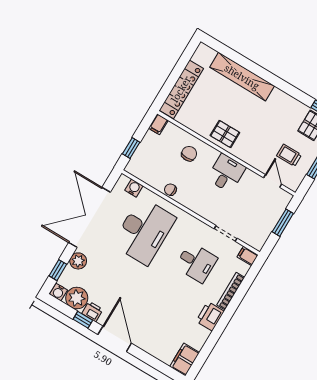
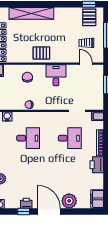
desk: (144, 231) -> (28, 138), width x0.53, depth x0.77
plant: (77, 298) -> (69, 201), moved

